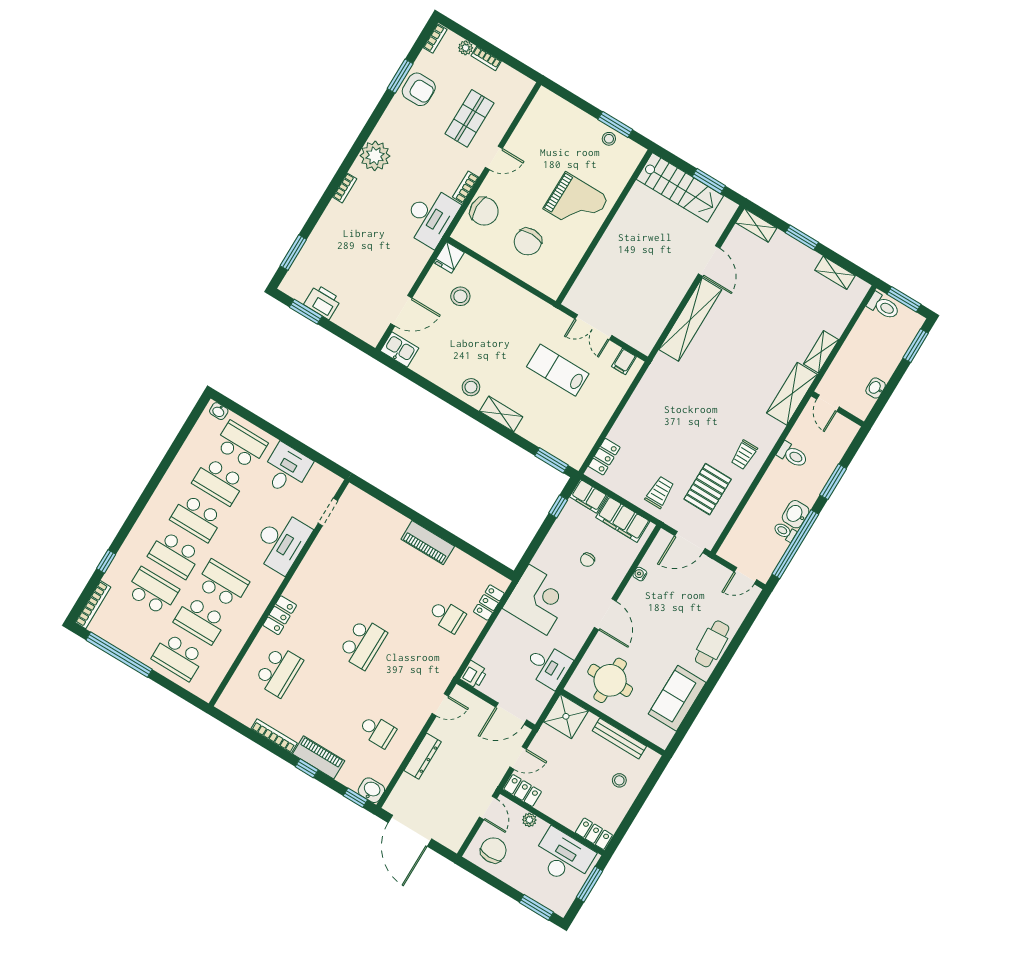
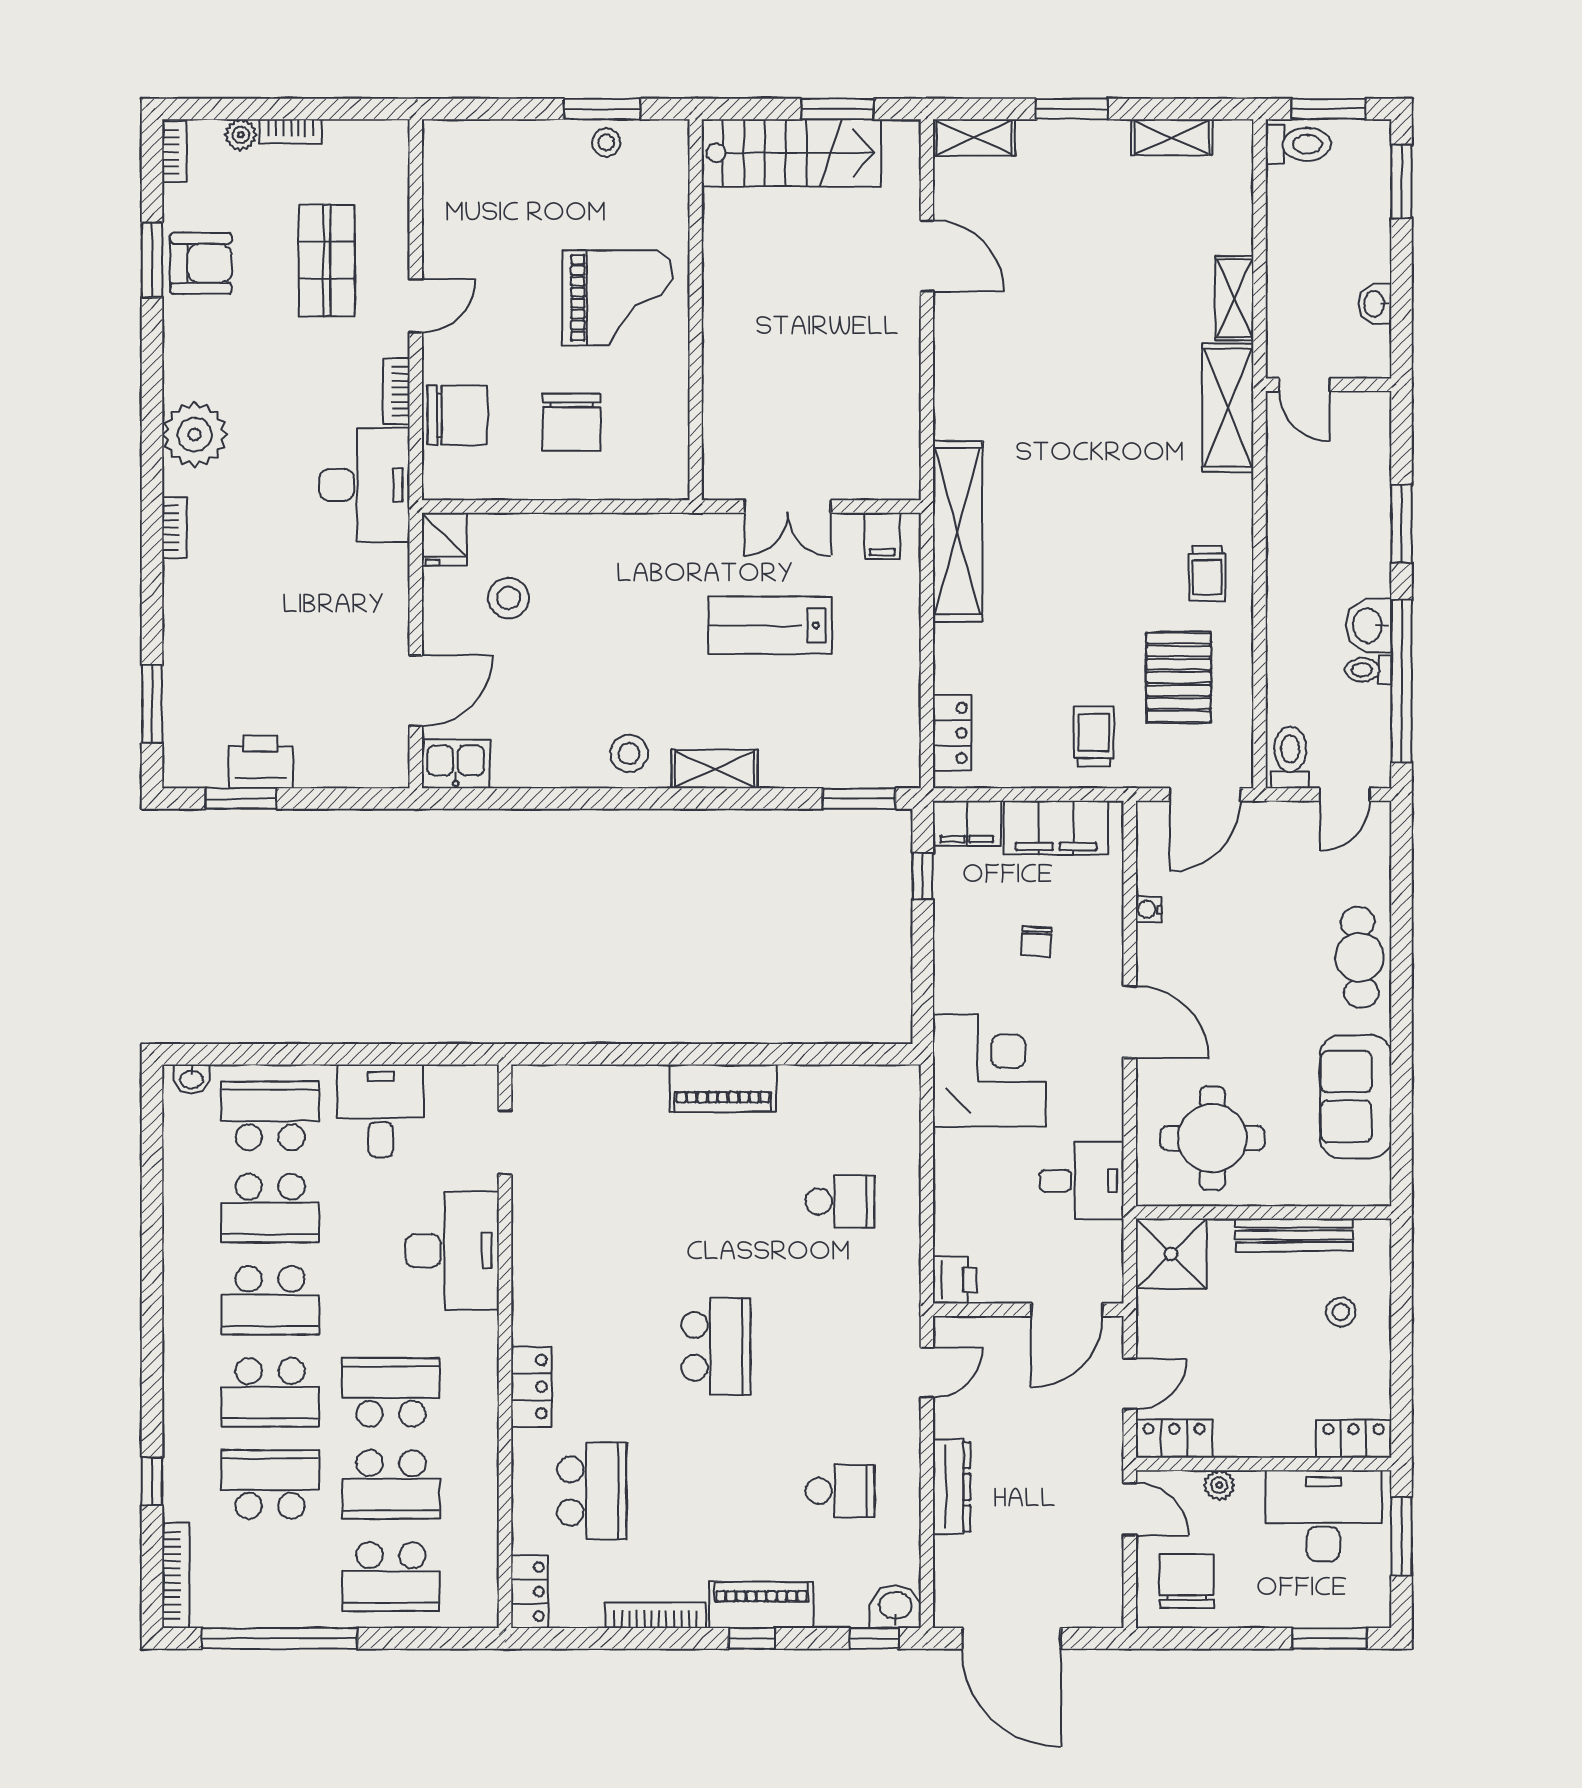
shelving: (690, 320) -> (958, 531), moved
toilet: (792, 455) -> (1290, 757), moved, turned -90
locker: (489, 603) -> (530, 1592), moved, turned 180

